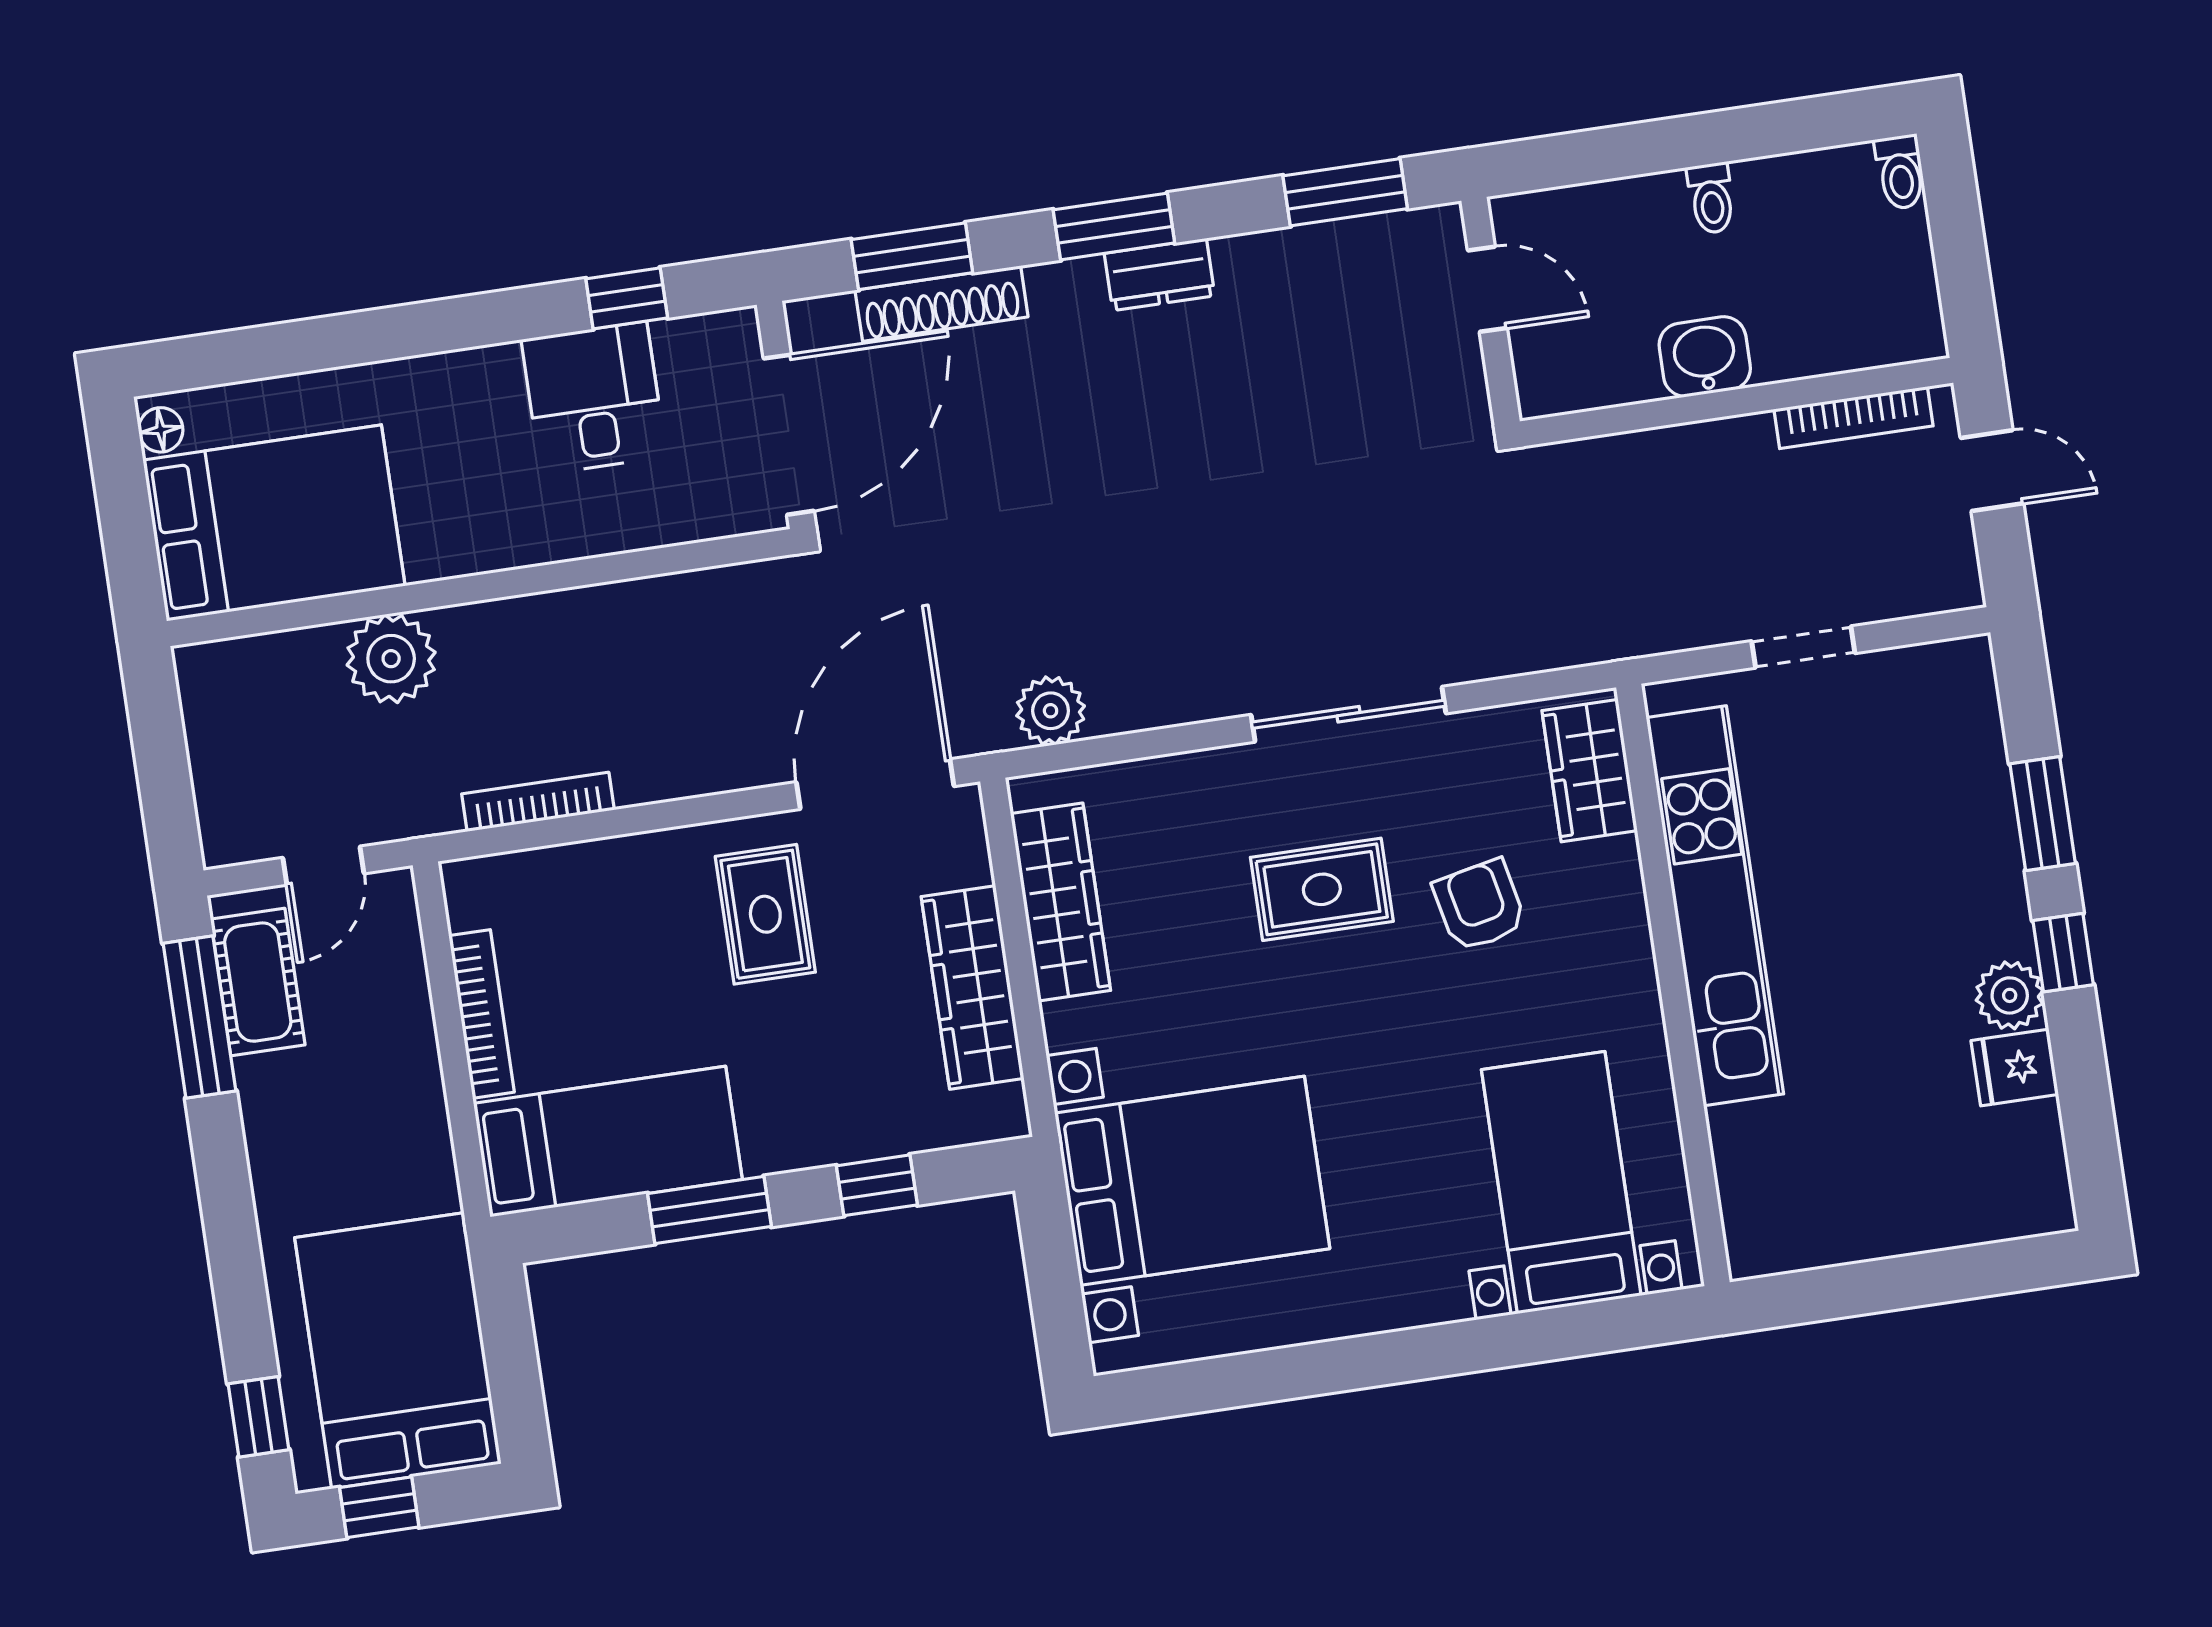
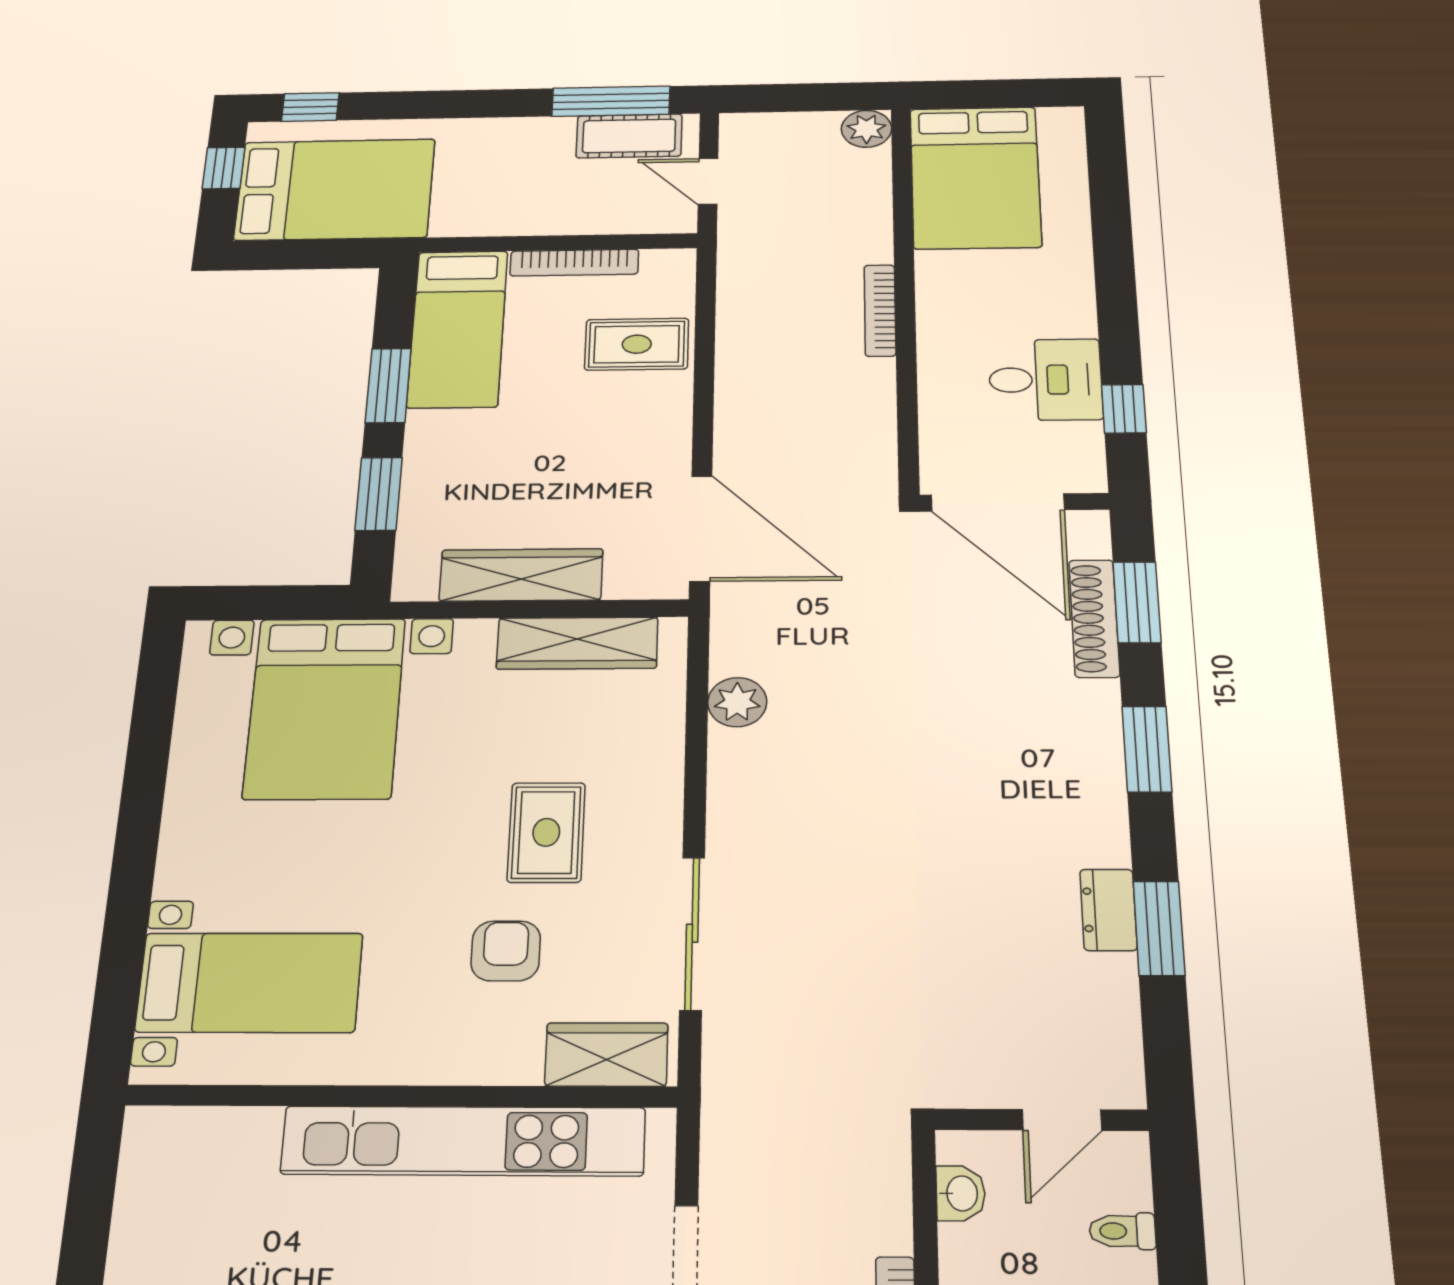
dresser: (1160, 275) -> (1108, 910), moved
door: (1487, 289) -> (1062, 1120), moved
wall: (1491, 311) -> (1041, 1120), moved
washbasin: (1705, 357) -> (961, 1193), width x0.72, depth x0.69
floor lamp: (161, 430) -> (1056, 119), removed
plant: (391, 659) -> (866, 129), moved, width x0.73, depth x0.73
plant: (1051, 711) -> (737, 702), moved
sliding door: (1349, 714) -> (692, 933), moved
bookcase: (538, 802) -> (880, 310), moved, turned 180
armchair: (1480, 905) -> (506, 951), turned -78
rug: (765, 914) -> (637, 344), moved
window: (877, 1185) -> (379, 494), width x1.50

